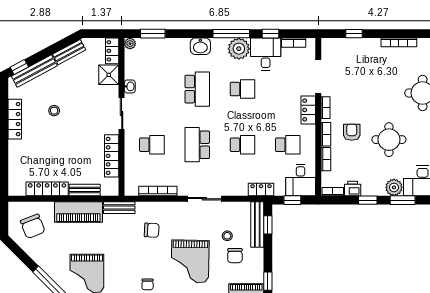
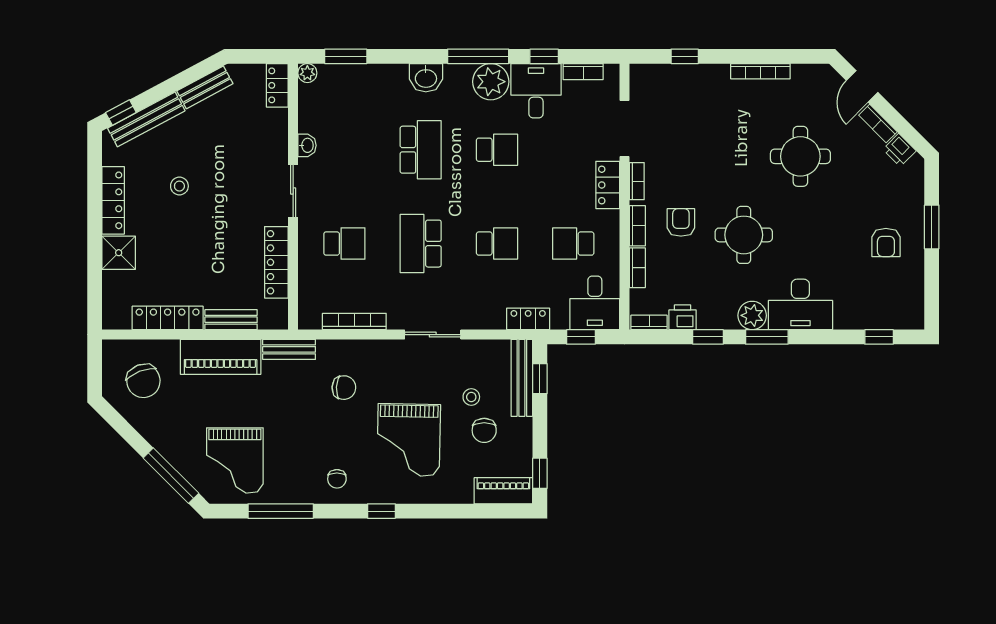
shower: (109, 75) -> (119, 253), moved
school desk: (288, 145) -> (573, 244), turned 180

